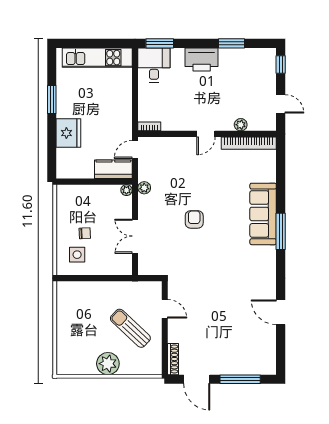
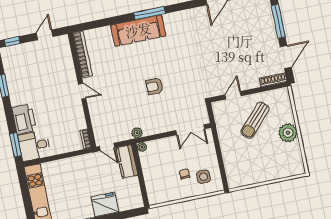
printer: (202, 60) -> (24, 119), moved
plant: (241, 125) -> (69, 64), removed
double door: (135, 236) -> (190, 130), moved

